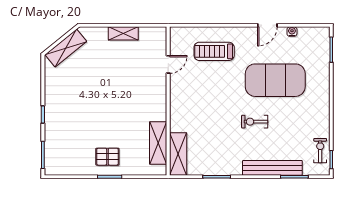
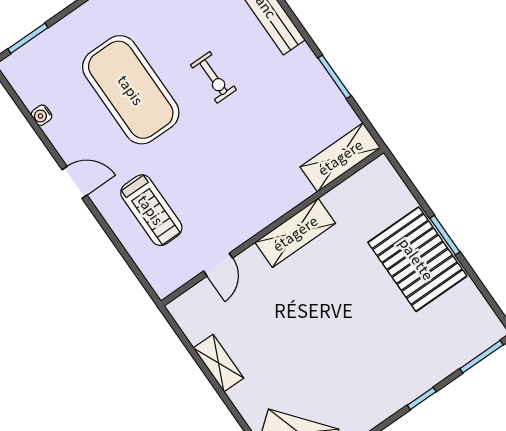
door: (267, 25) -> (75, 182), moved
door: (168, 64) -> (218, 265), swing flipped
shelving: (158, 143) -> (295, 233), moved
pallet: (107, 157) -> (417, 259), width x2.05, depth x2.00

